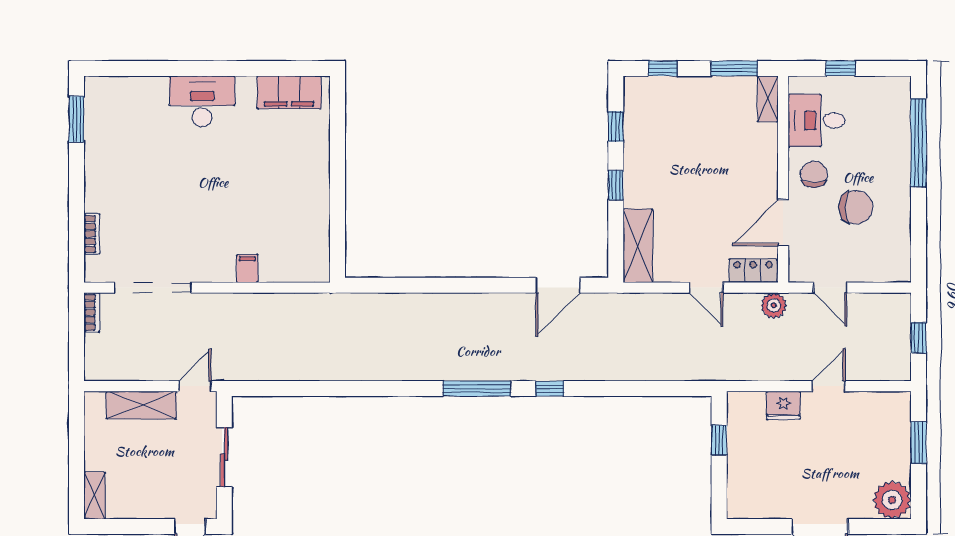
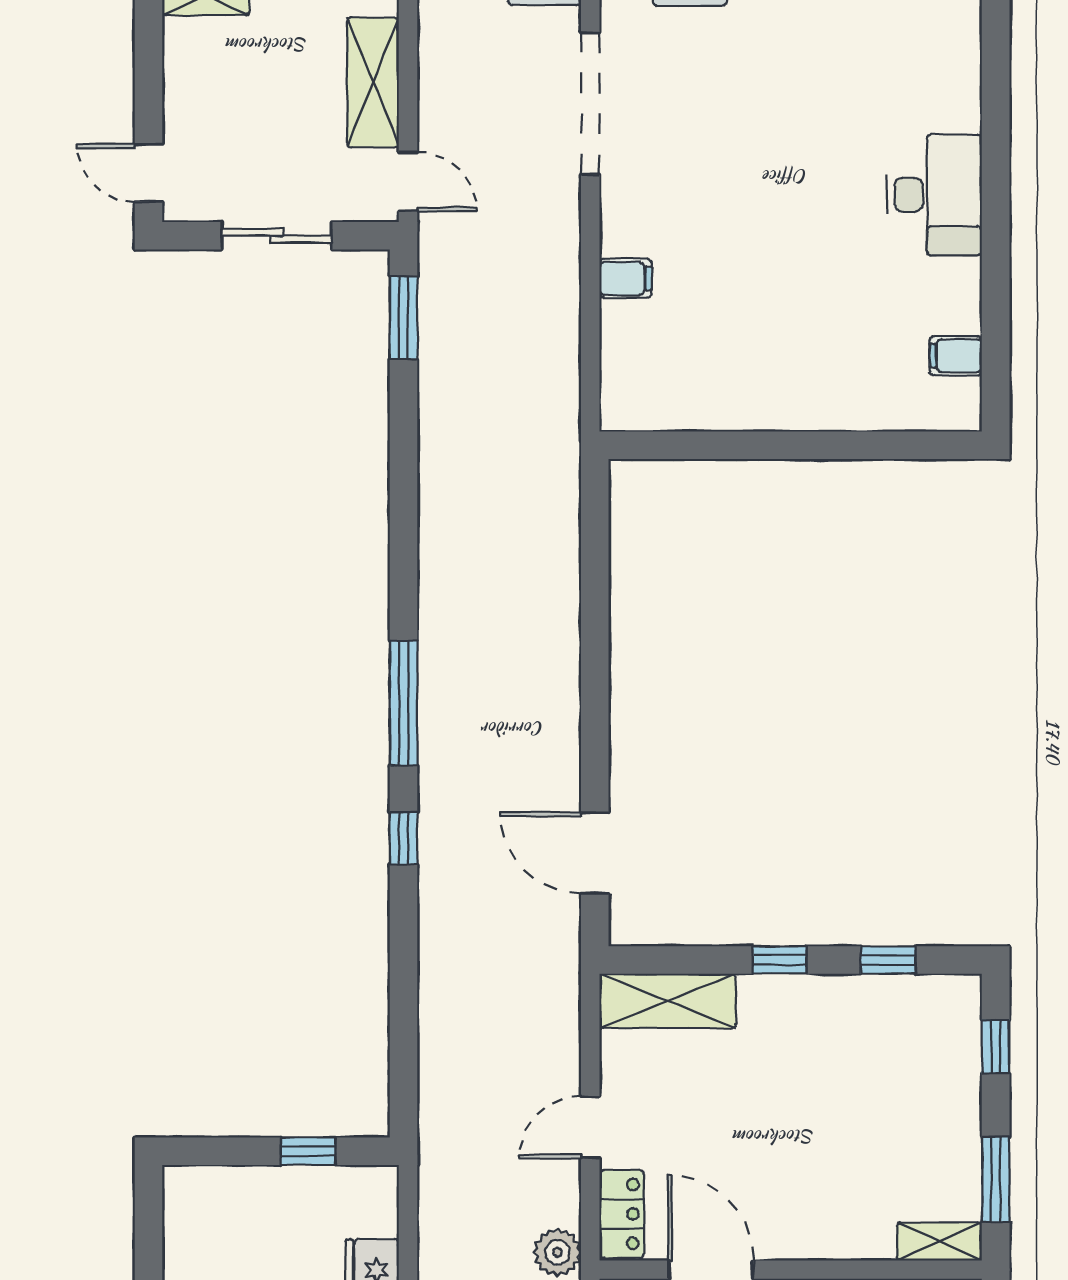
filing cabinet: (289, 92) -> (956, 356), width x0.33, depth x0.86
window: (269, 389) -> (404, 318), added

